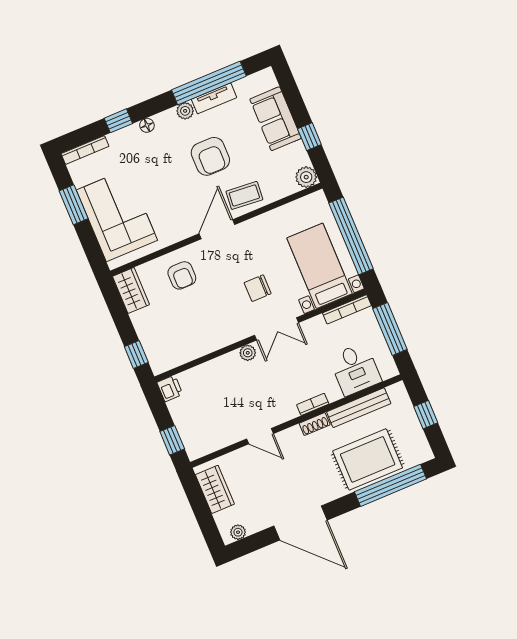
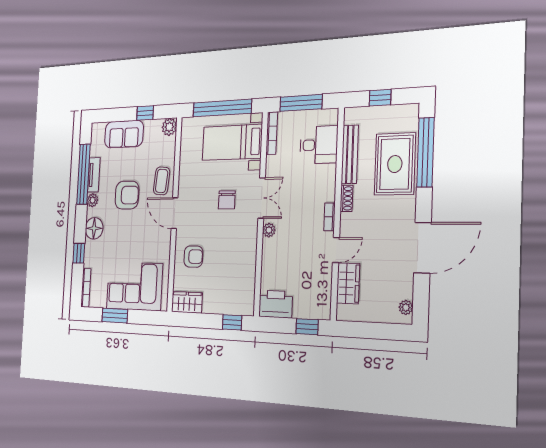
floor lamp: (147, 125) -> (94, 228), width x1.89, depth x1.89
printer: (170, 388) -> (276, 304), width x1.87, depth x1.48
bookcase: (313, 404) -> (329, 217), moved
wardrobe: (215, 489) -> (348, 283), moved, turned 90

